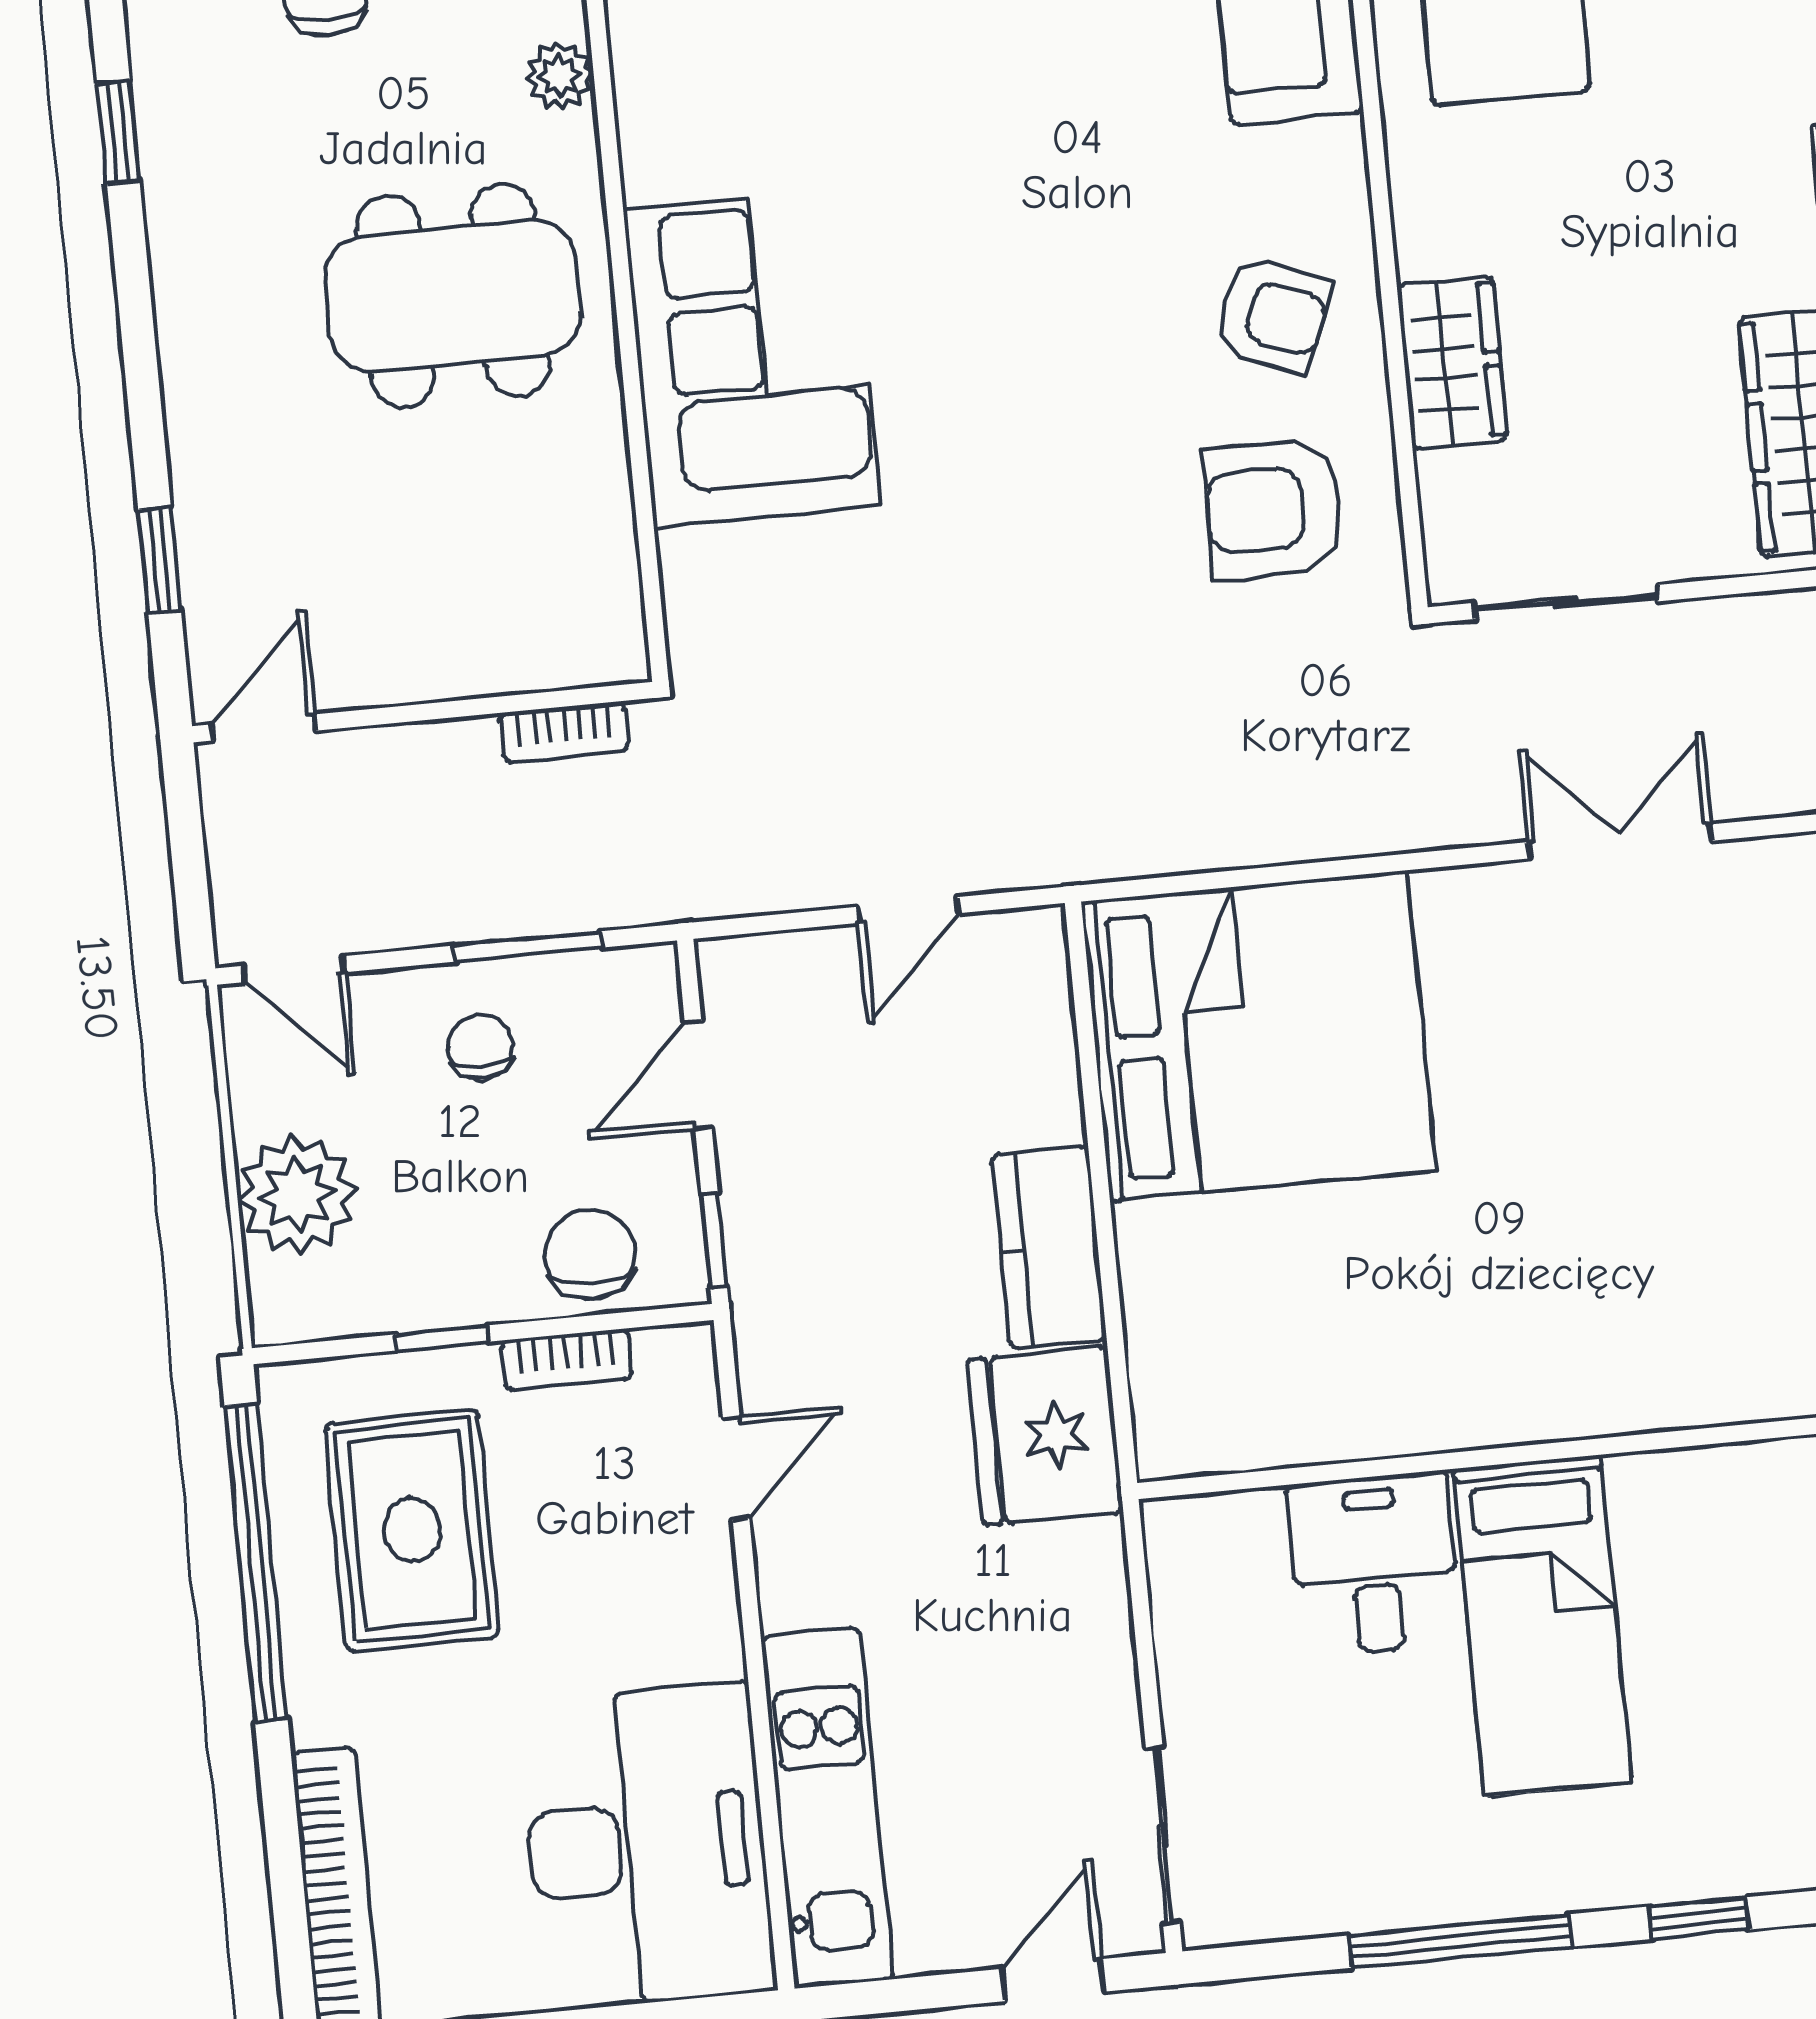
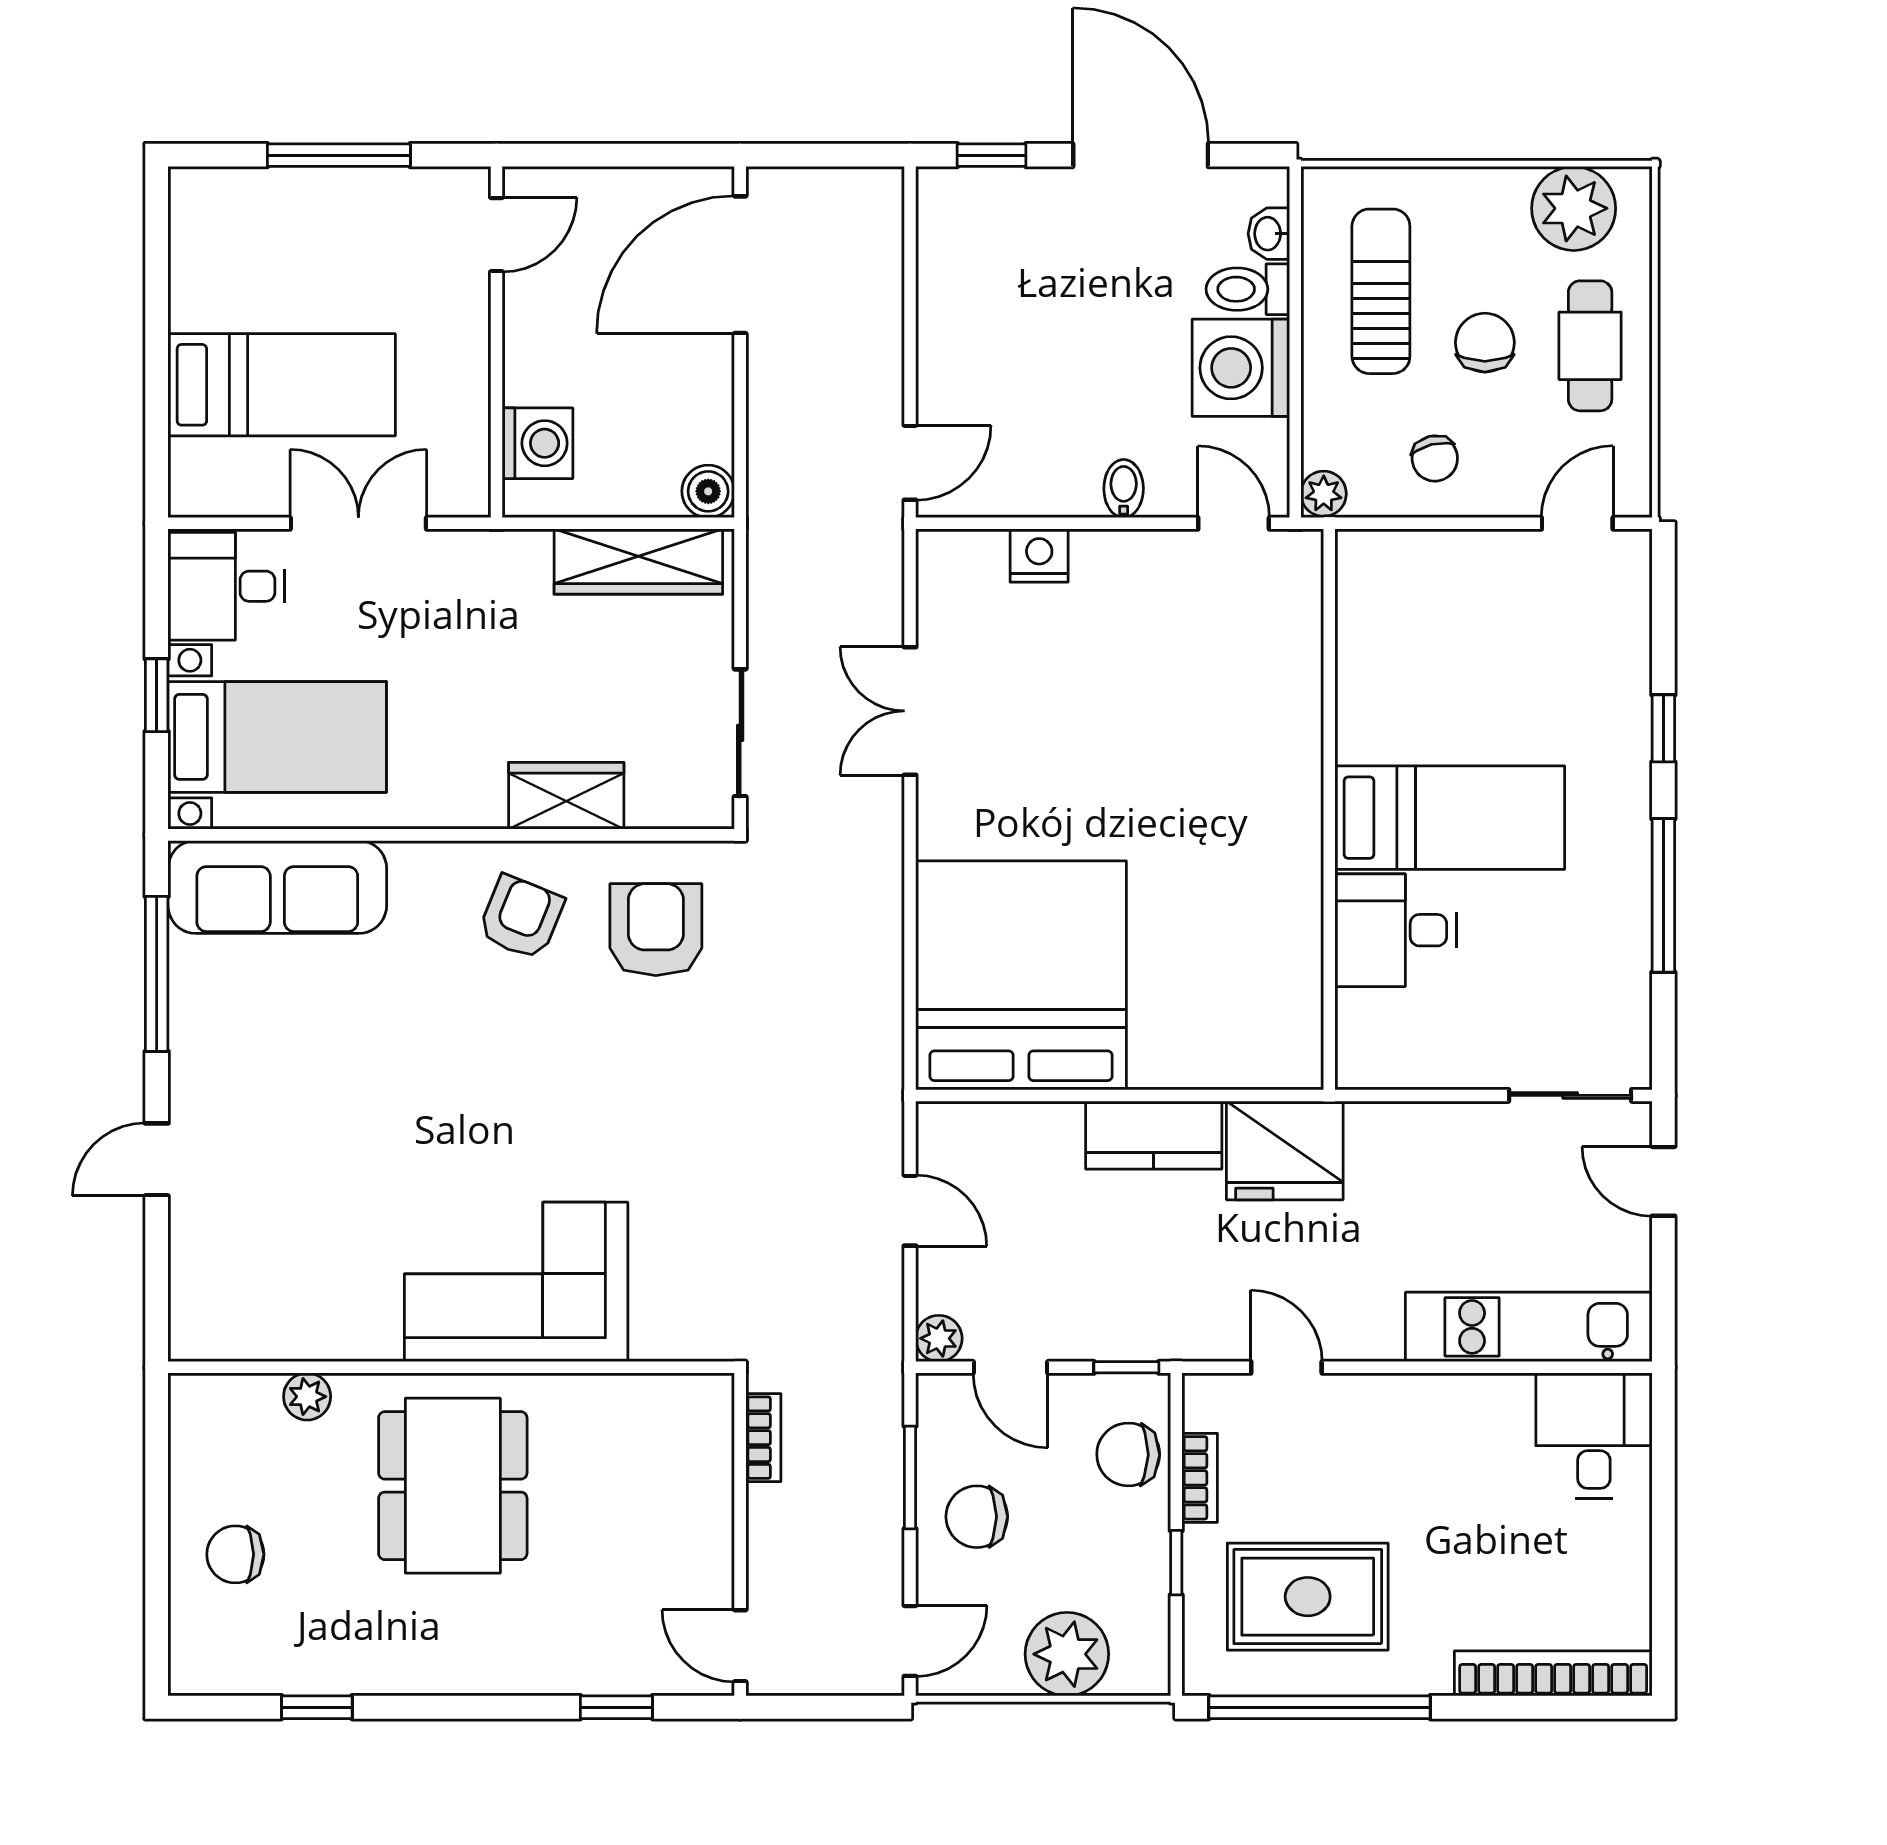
armchair: (1273, 509) -> (656, 930), turned 180
plant: (729, 969) -> (939, 1338), added
chair: (481, 1047) -> (977, 1517), width x1.37, depth x1.37
desk: (647, 1846) -> (1594, 1436), width x0.53, depth x0.77

